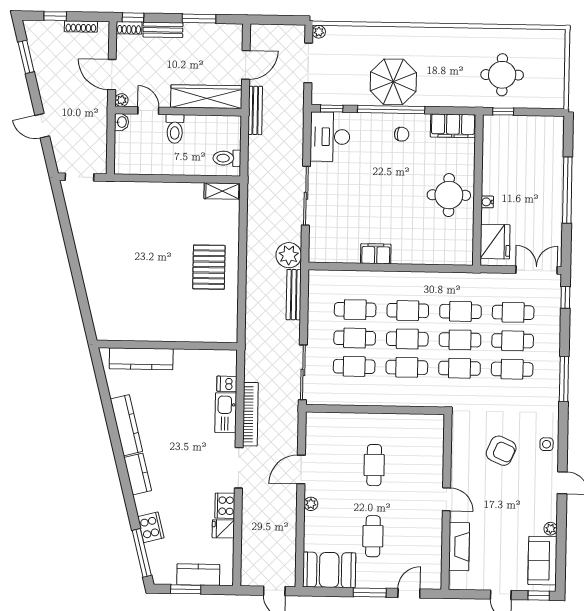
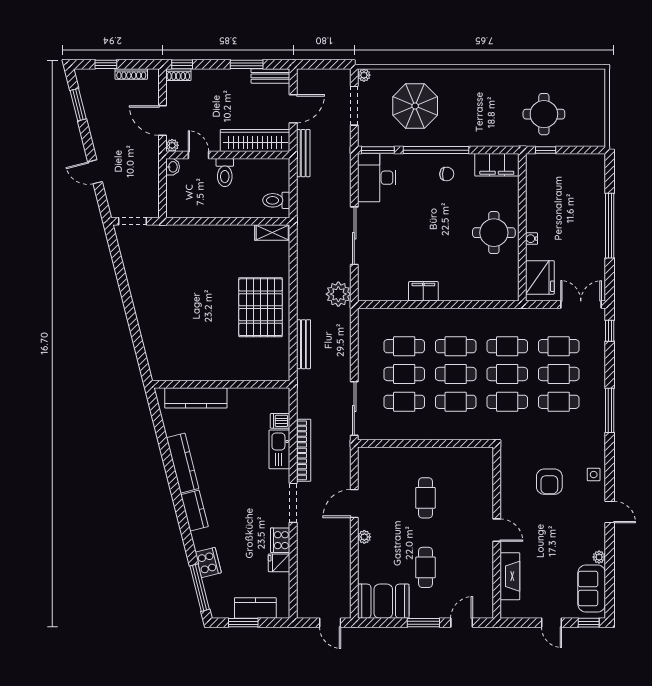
bench: (163, 30) -> (270, 76), moved
parasol: (393, 82) -> (415, 106), moved
window: (332, 109) -> (378, 150), width x1.50
pallet: (209, 267) -> (261, 307), width x1.37, depth x1.41
bench: (294, 295) -> (303, 344), moved
armchair: (501, 451) -> (549, 482), turned 66

